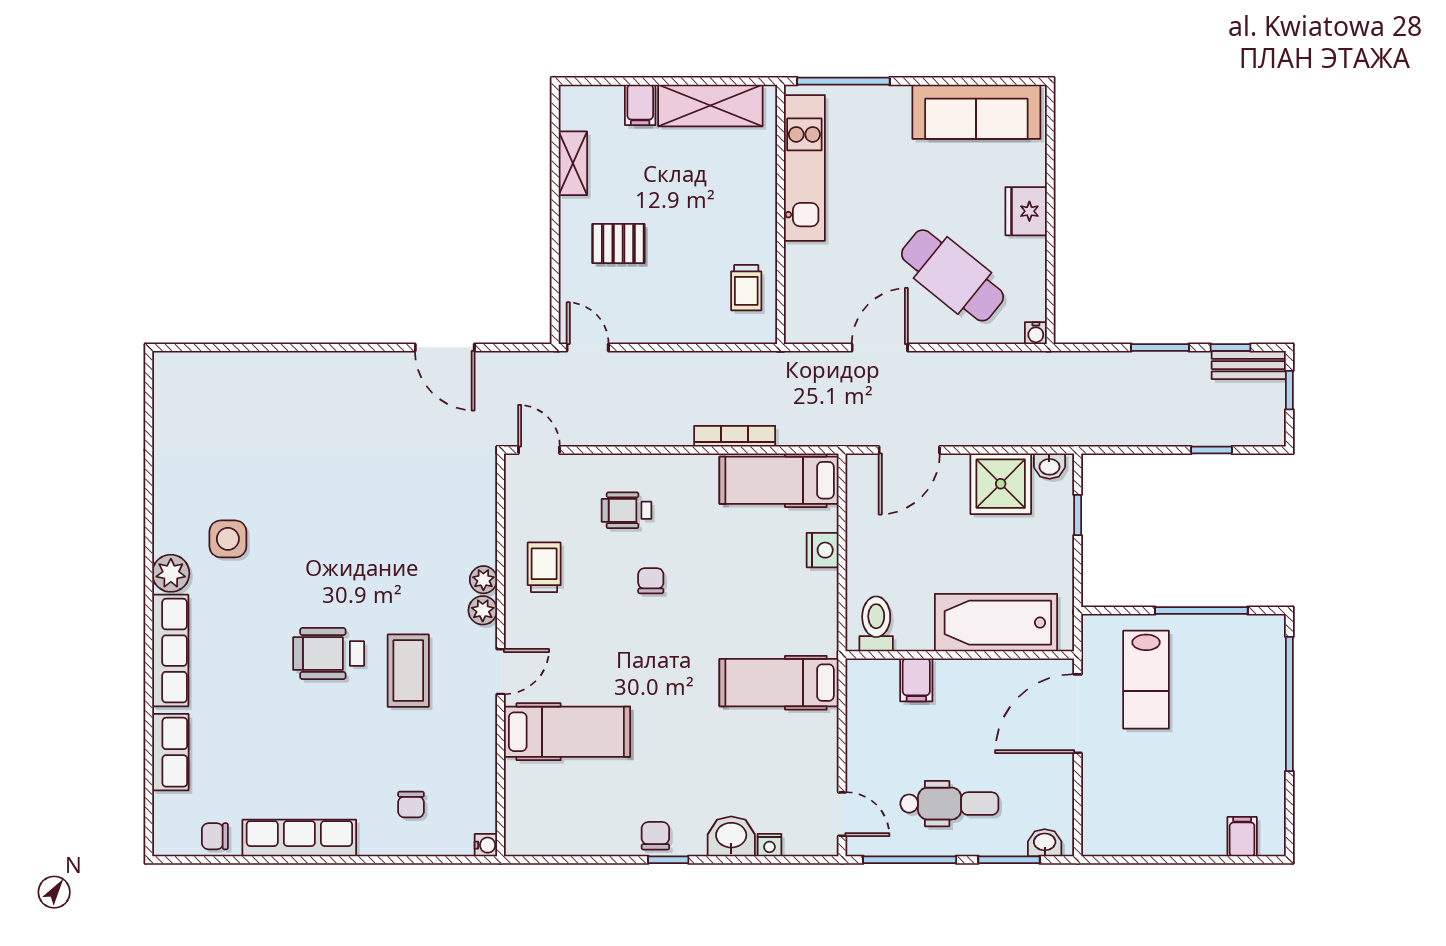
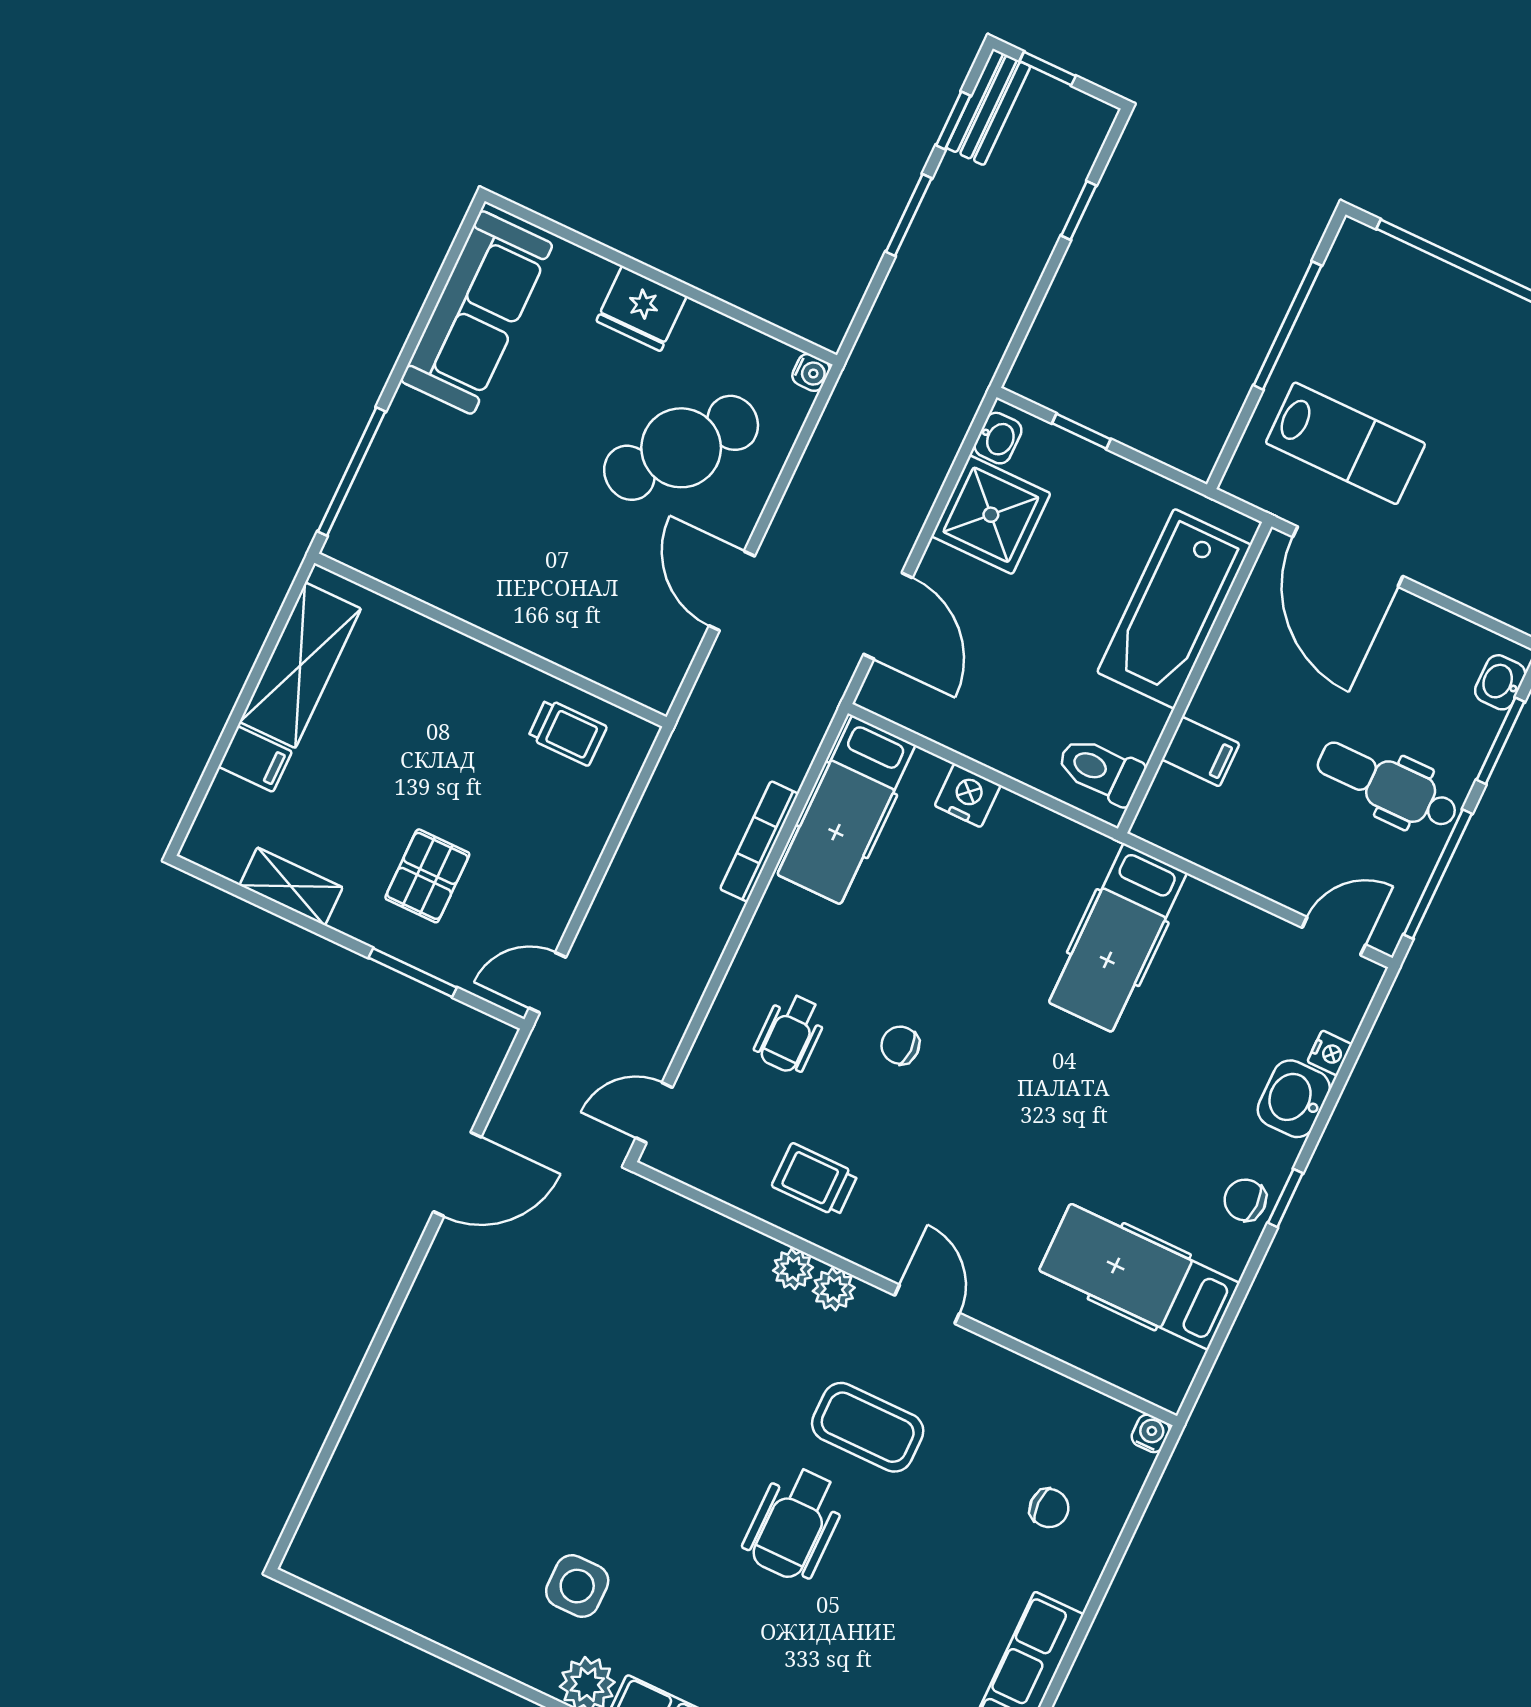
kitchen unit: (804, 168) -> (444, 579), removed
window: (555, 262) -> (413, 973), added
hospital bed: (567, 732) -> (1139, 1277), moved, turned -90
dental chair: (949, 804) -> (1388, 785), turned -90

